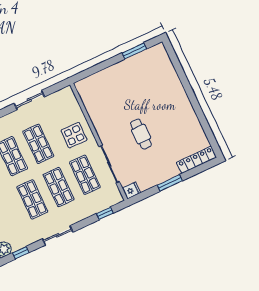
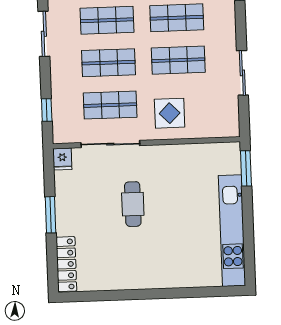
window: (134, 51) -> (246, 168), moved
kitchen unit: (131, 65) -> (232, 231), added
cafe table: (141, 134) -> (133, 204), turned 90

